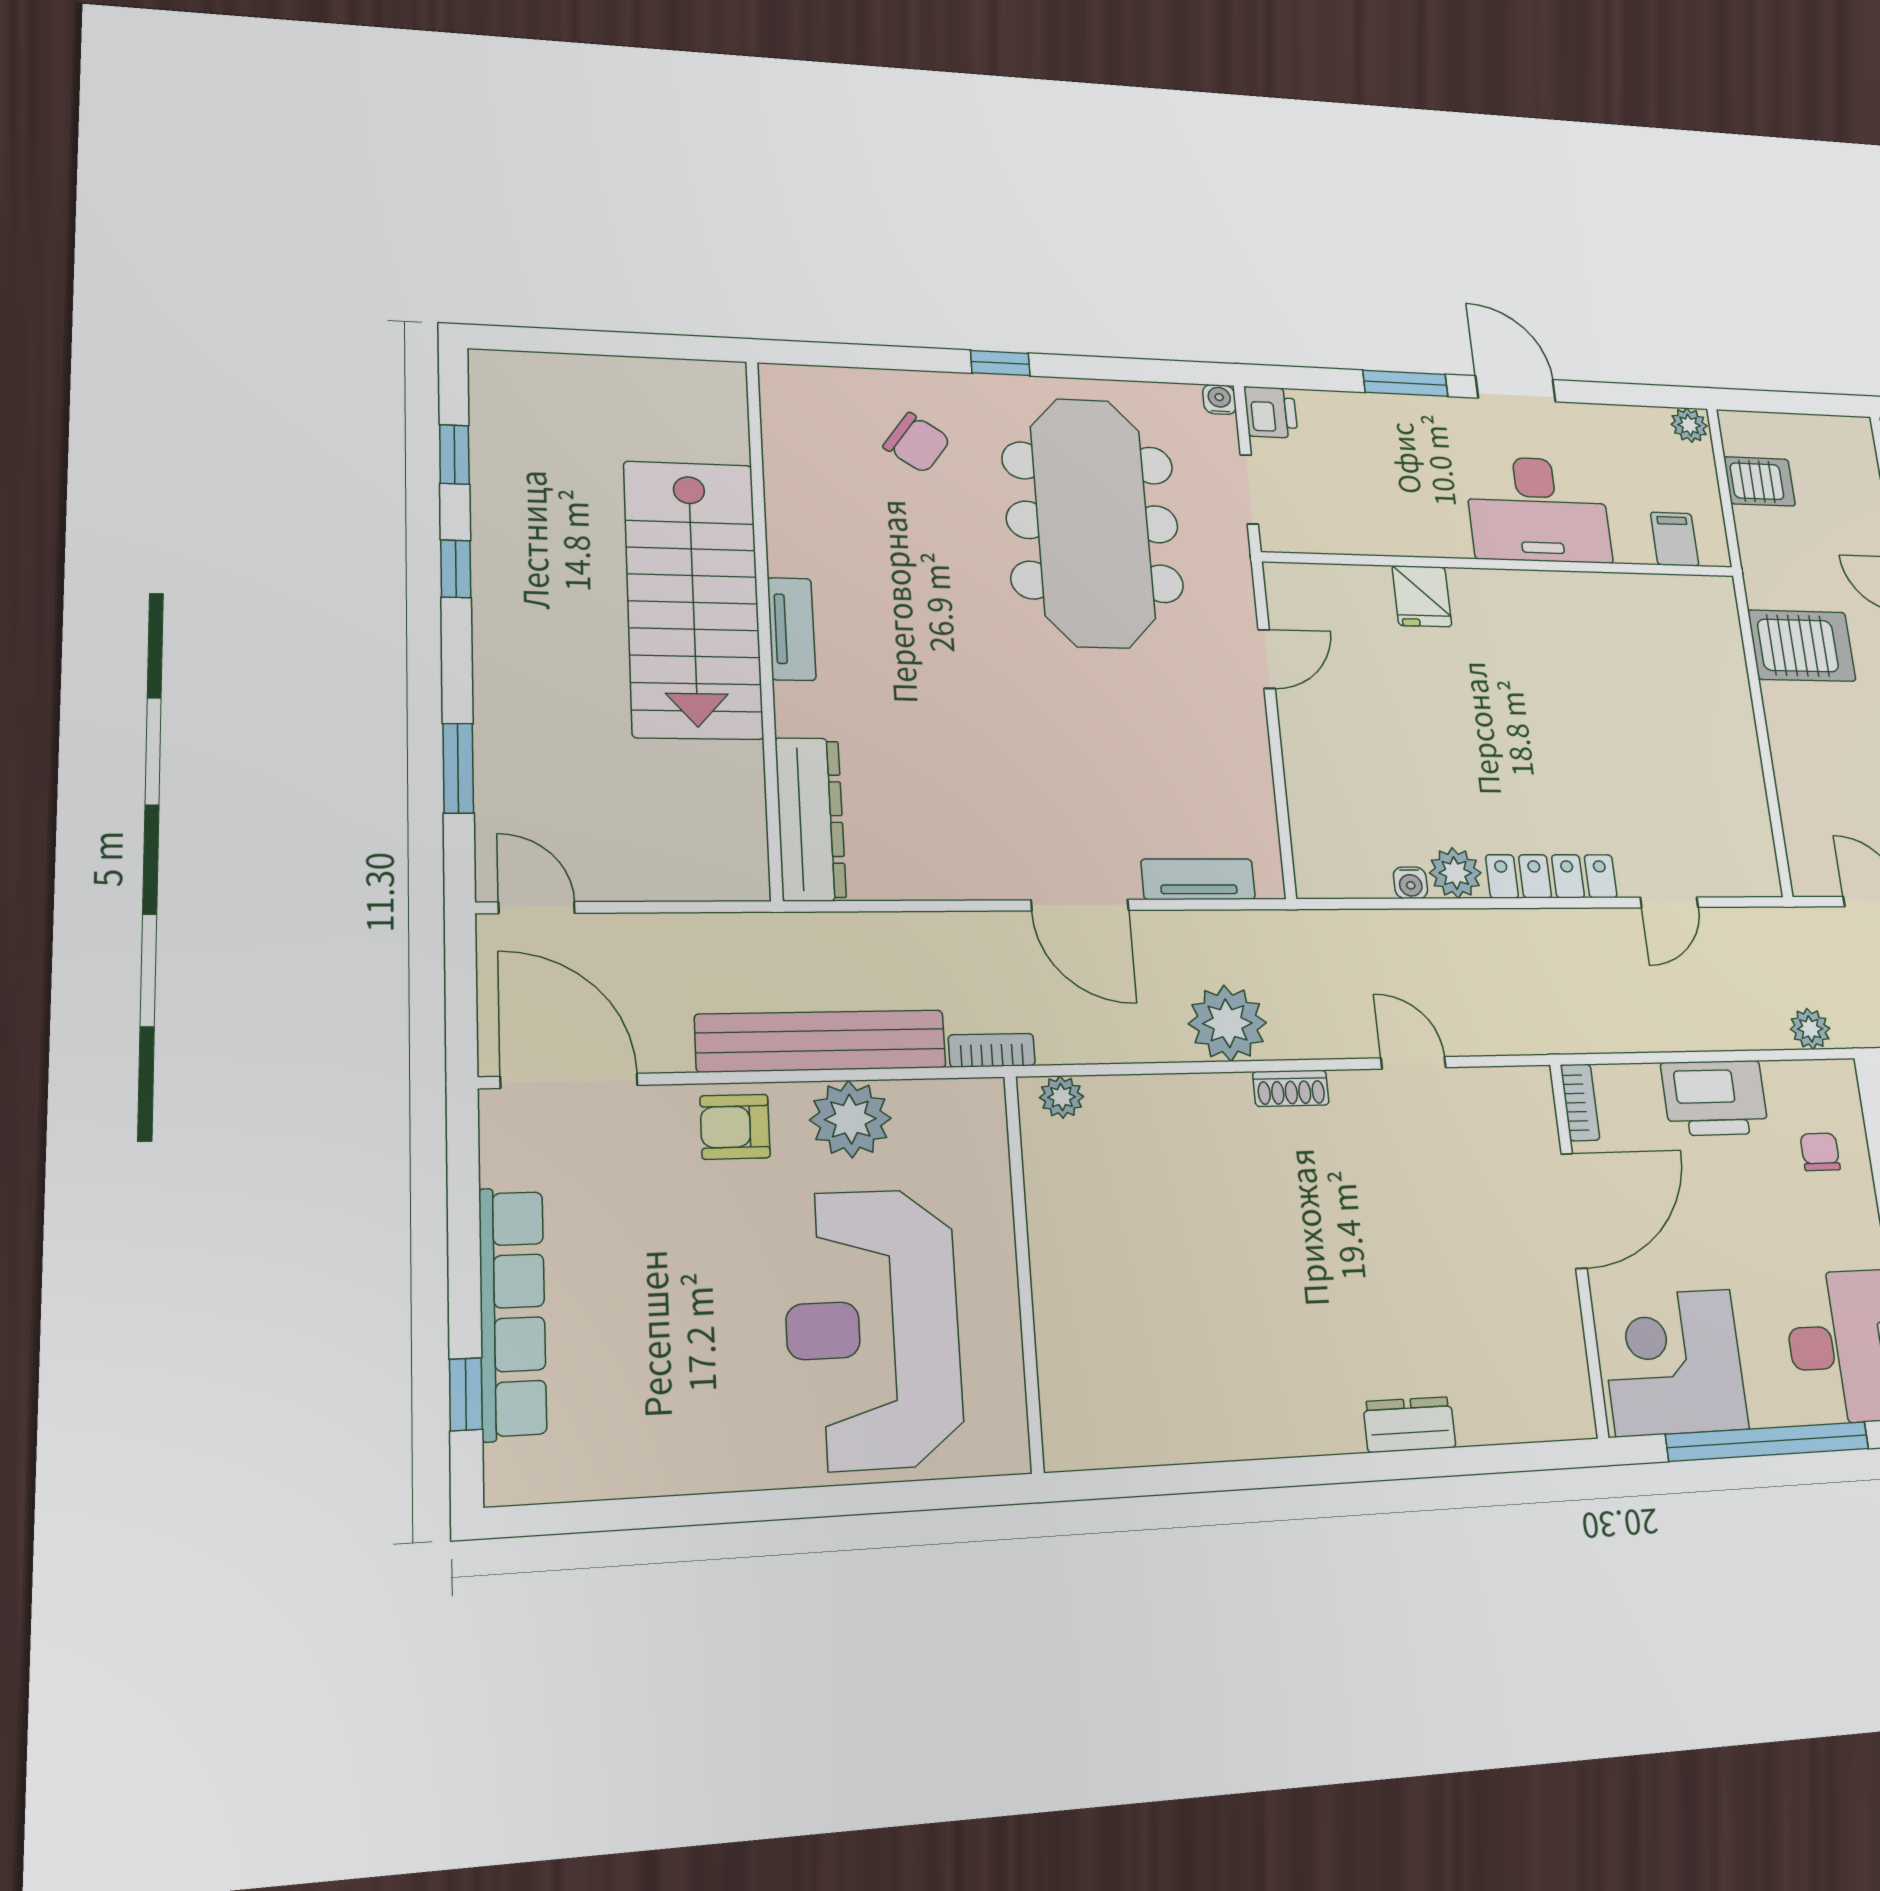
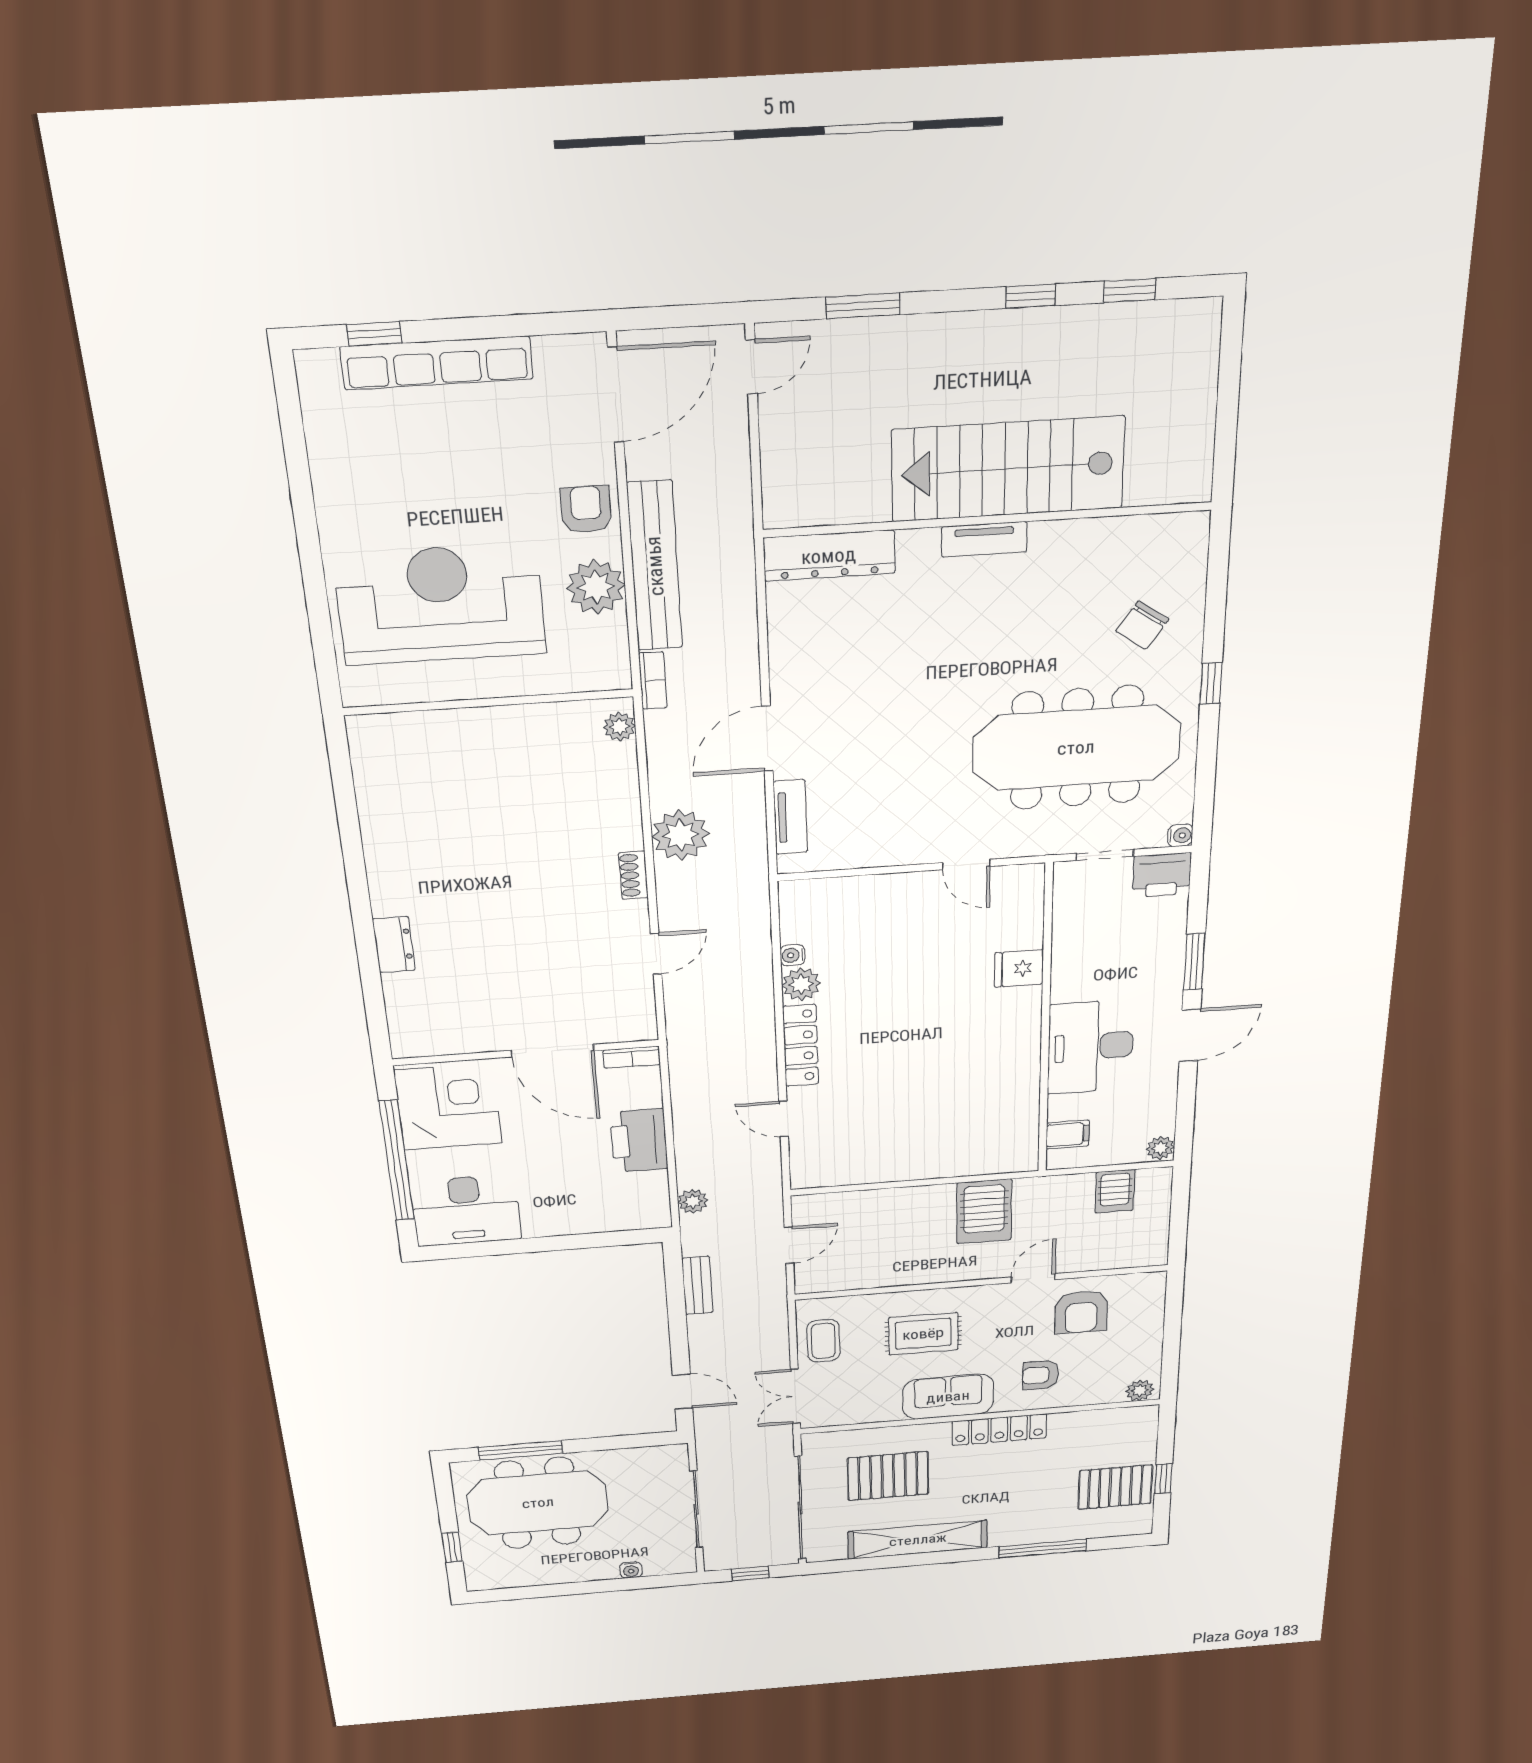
printer: (1271, 412) -> (1162, 875), width x1.36, depth x1.24
chair: (1820, 1152) -> (603, 1203), removed

